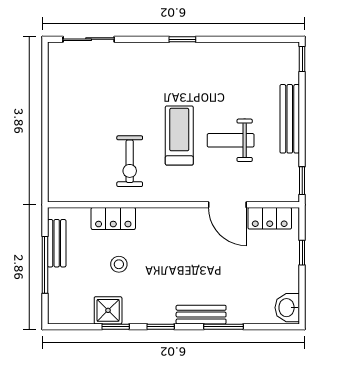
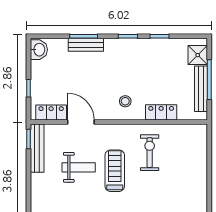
bench: (290, 119) -> (37, 148), moved
treadmill: (179, 135) -> (115, 171), turned 180
bench: (57, 243) -> (201, 89), width x1.36
stool: (119, 264) -> (125, 101), moved
shower: (108, 310) -> (198, 55), moved
bench: (201, 315) -> (86, 45), moved

